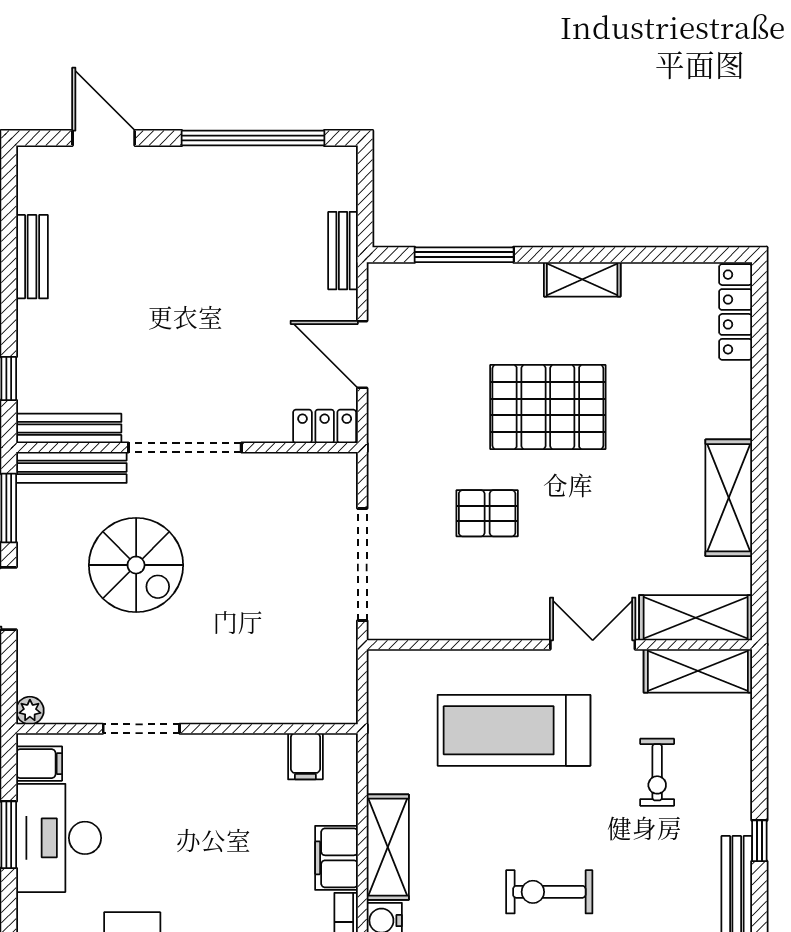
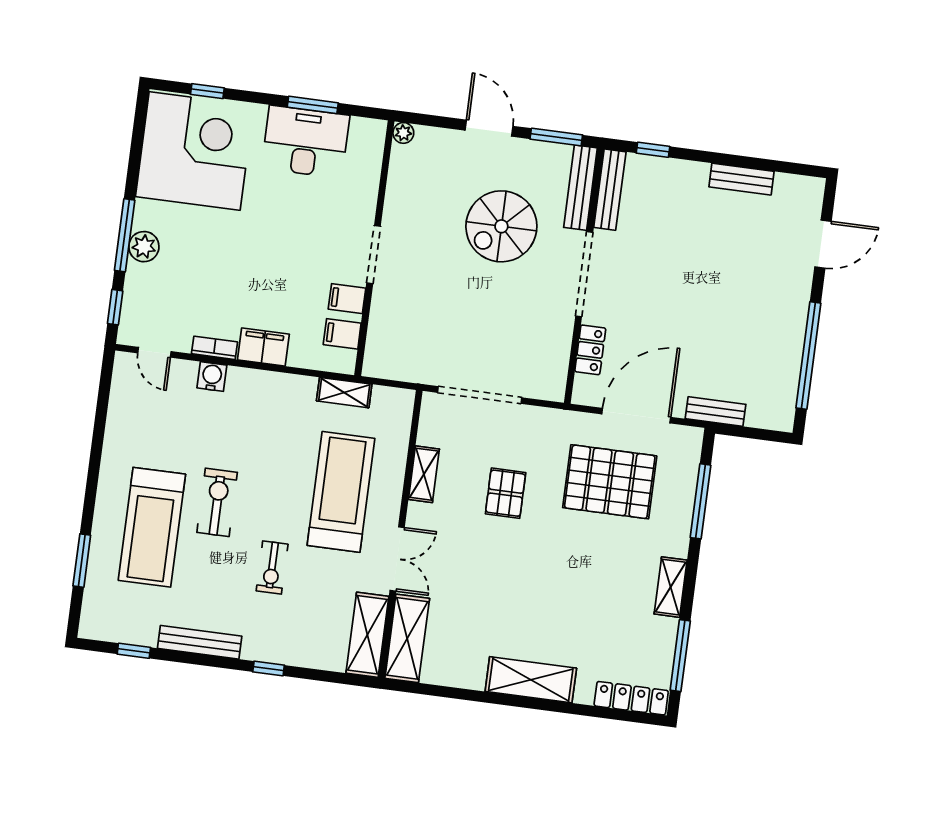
window: (671, 255) -> (680, 656), added
door: (362, 354) -> (636, 416), width x1.36
pallet: (548, 407) -> (610, 482), moved, turned 90
locker: (325, 426) -> (590, 350), moved
shelving: (729, 498) -> (531, 680), moved
shelving: (476, 624) -> (424, 474), added
doorway: (141, 729) -> (374, 255), moved
filing cabinet: (39, 764) -> (347, 299), moved, turned 90
exercise bike: (657, 772) -> (272, 568), moved, turned -90
window: (759, 841) -> (269, 669), moved
shelving: (388, 847) -> (344, 393), moved, width x0.67, depth x0.75

